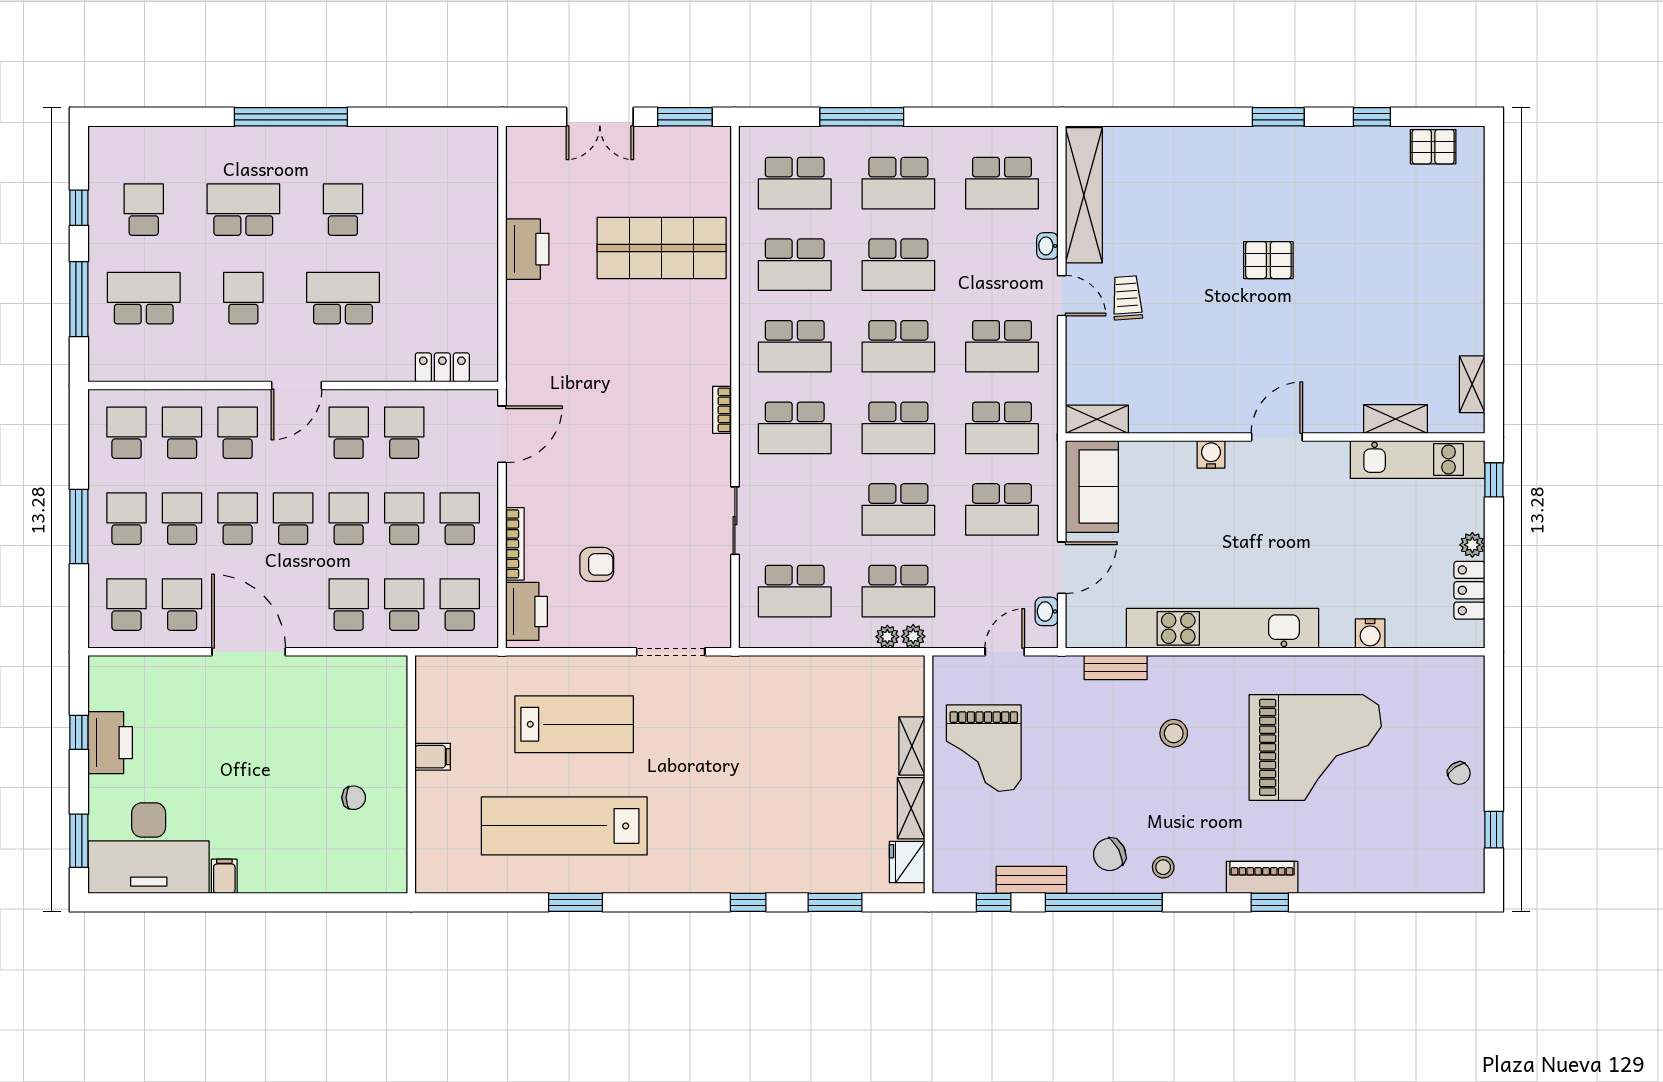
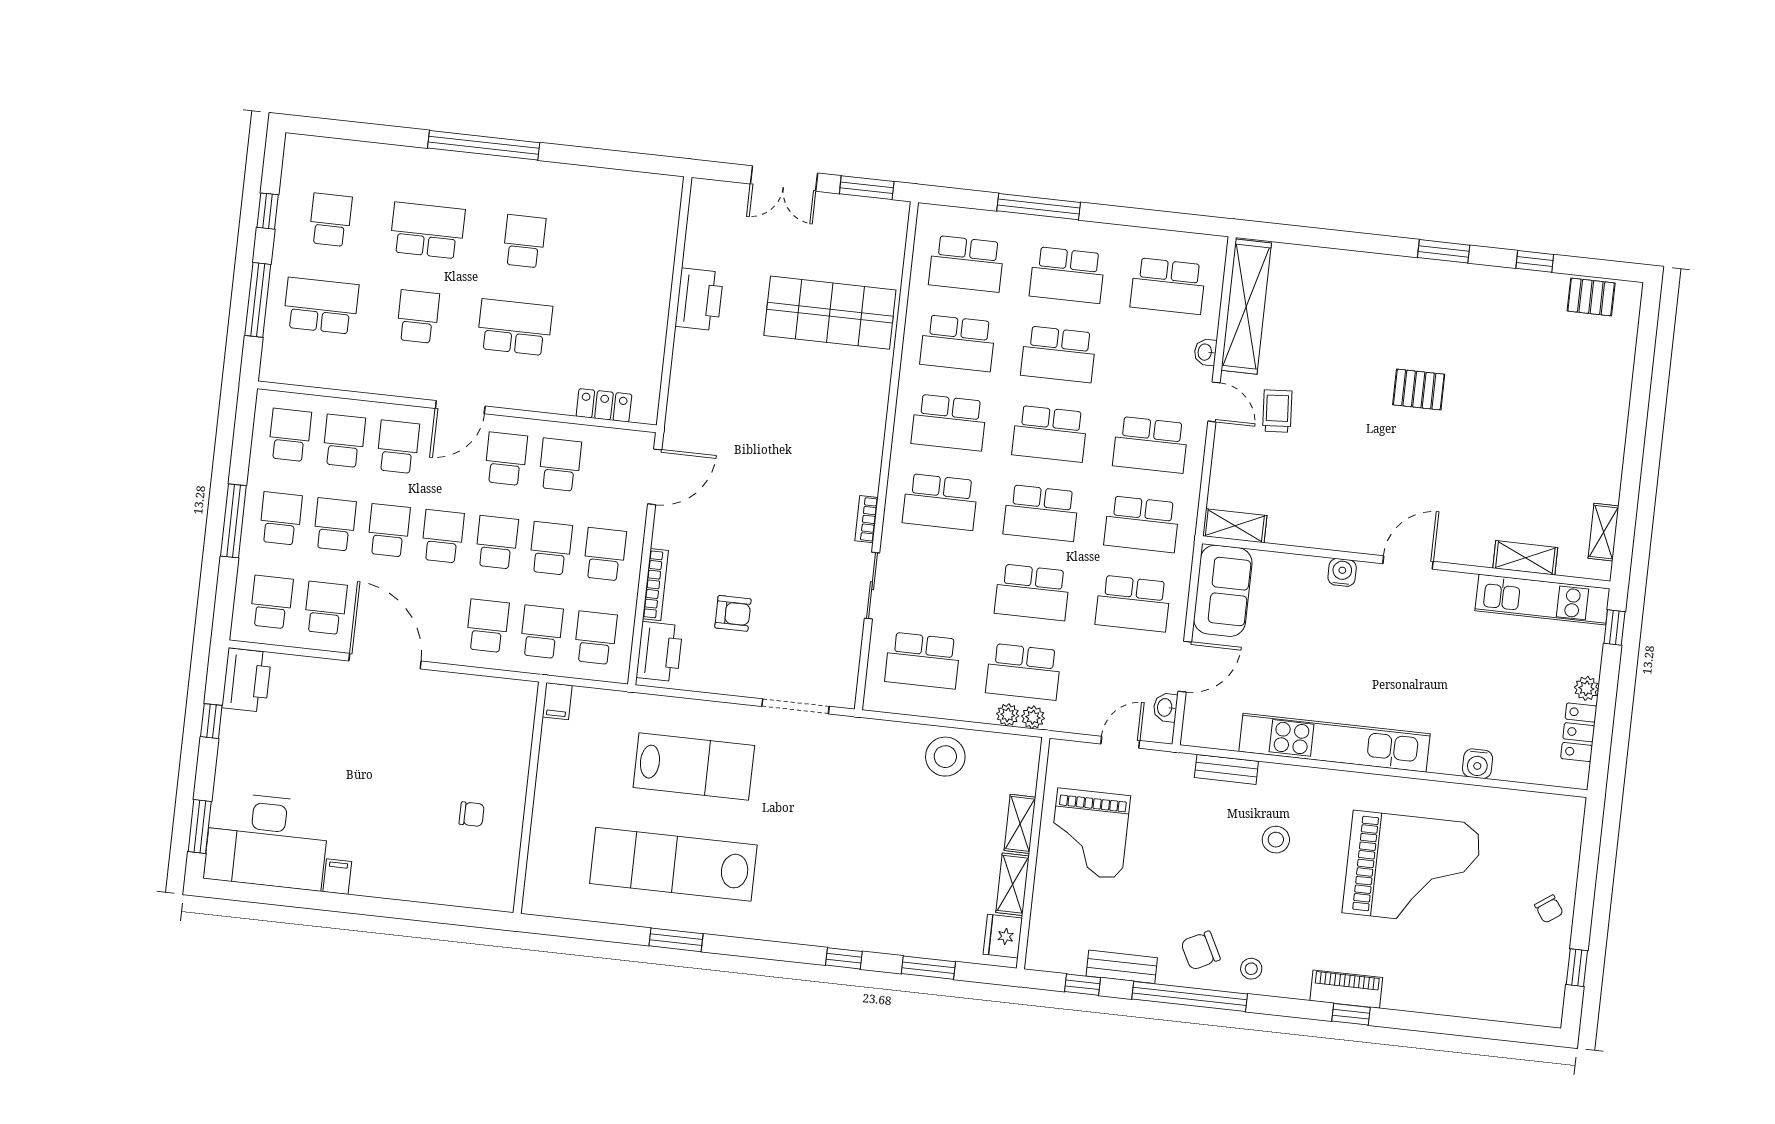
bookcase: (722, 410) -> (867, 519), moved
stool: (829, 686) -> (945, 757), added
printer: (110, 743) -> (247, 680), moved
filing cabinet: (433, 757) -> (557, 701), moved, turned 90

